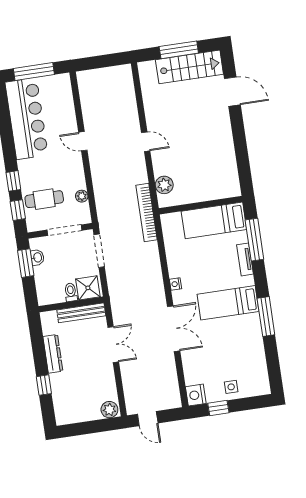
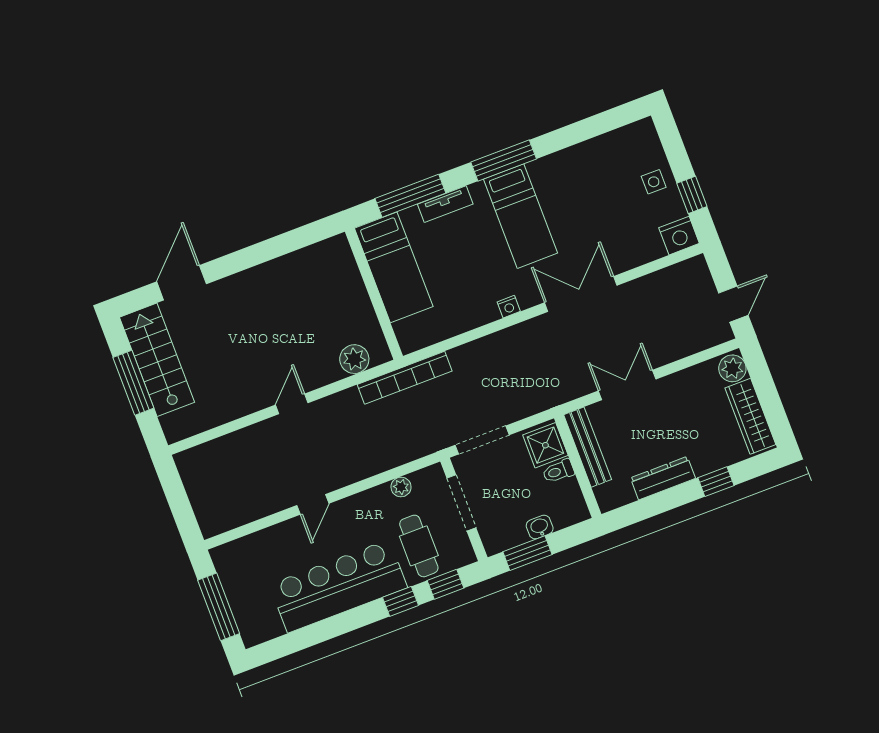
bar counter: (27, 119) -> (338, 586), moved
washbasin: (37, 257) -> (540, 527), moved
window: (266, 317) -> (504, 160), moved
wardrobe: (78, 414) -> (750, 416), added

